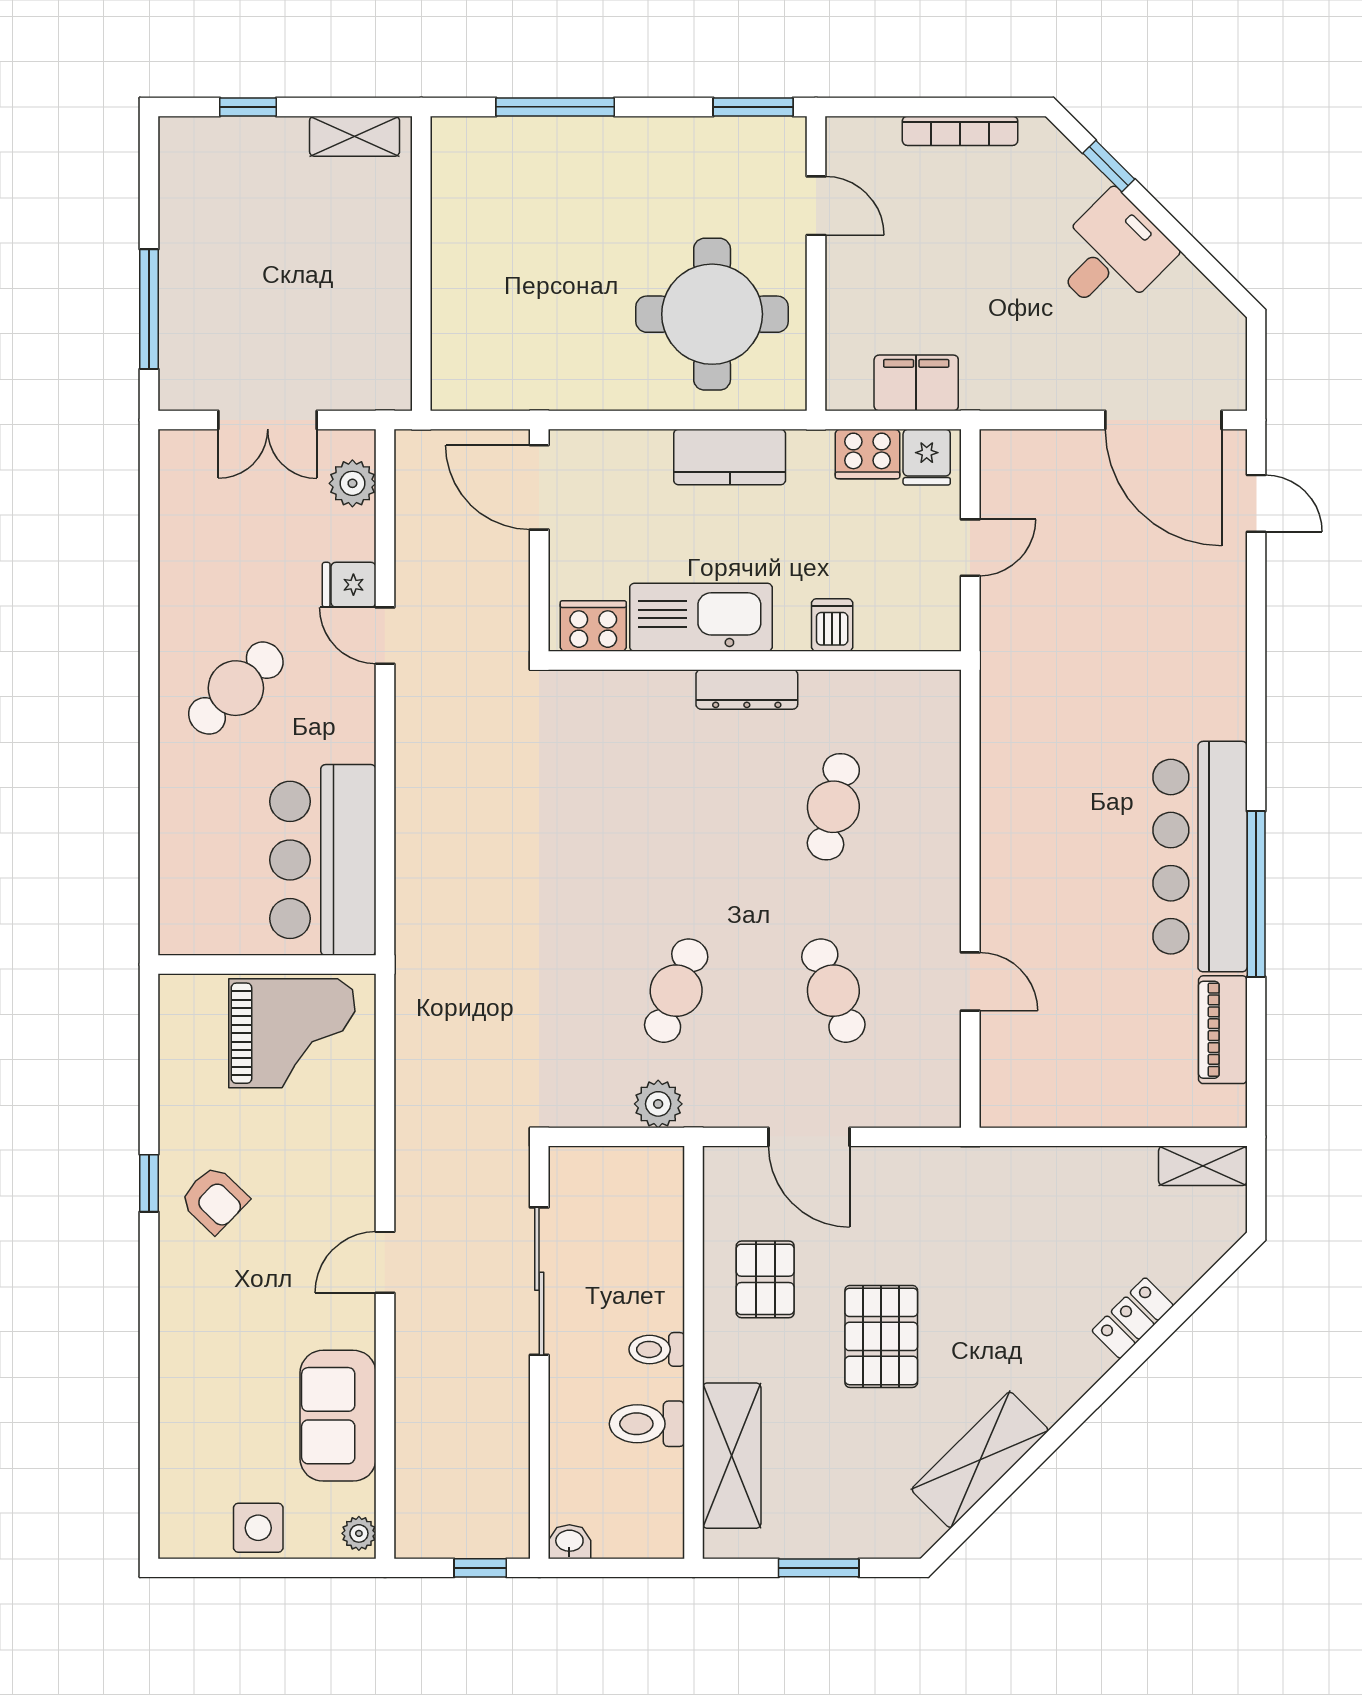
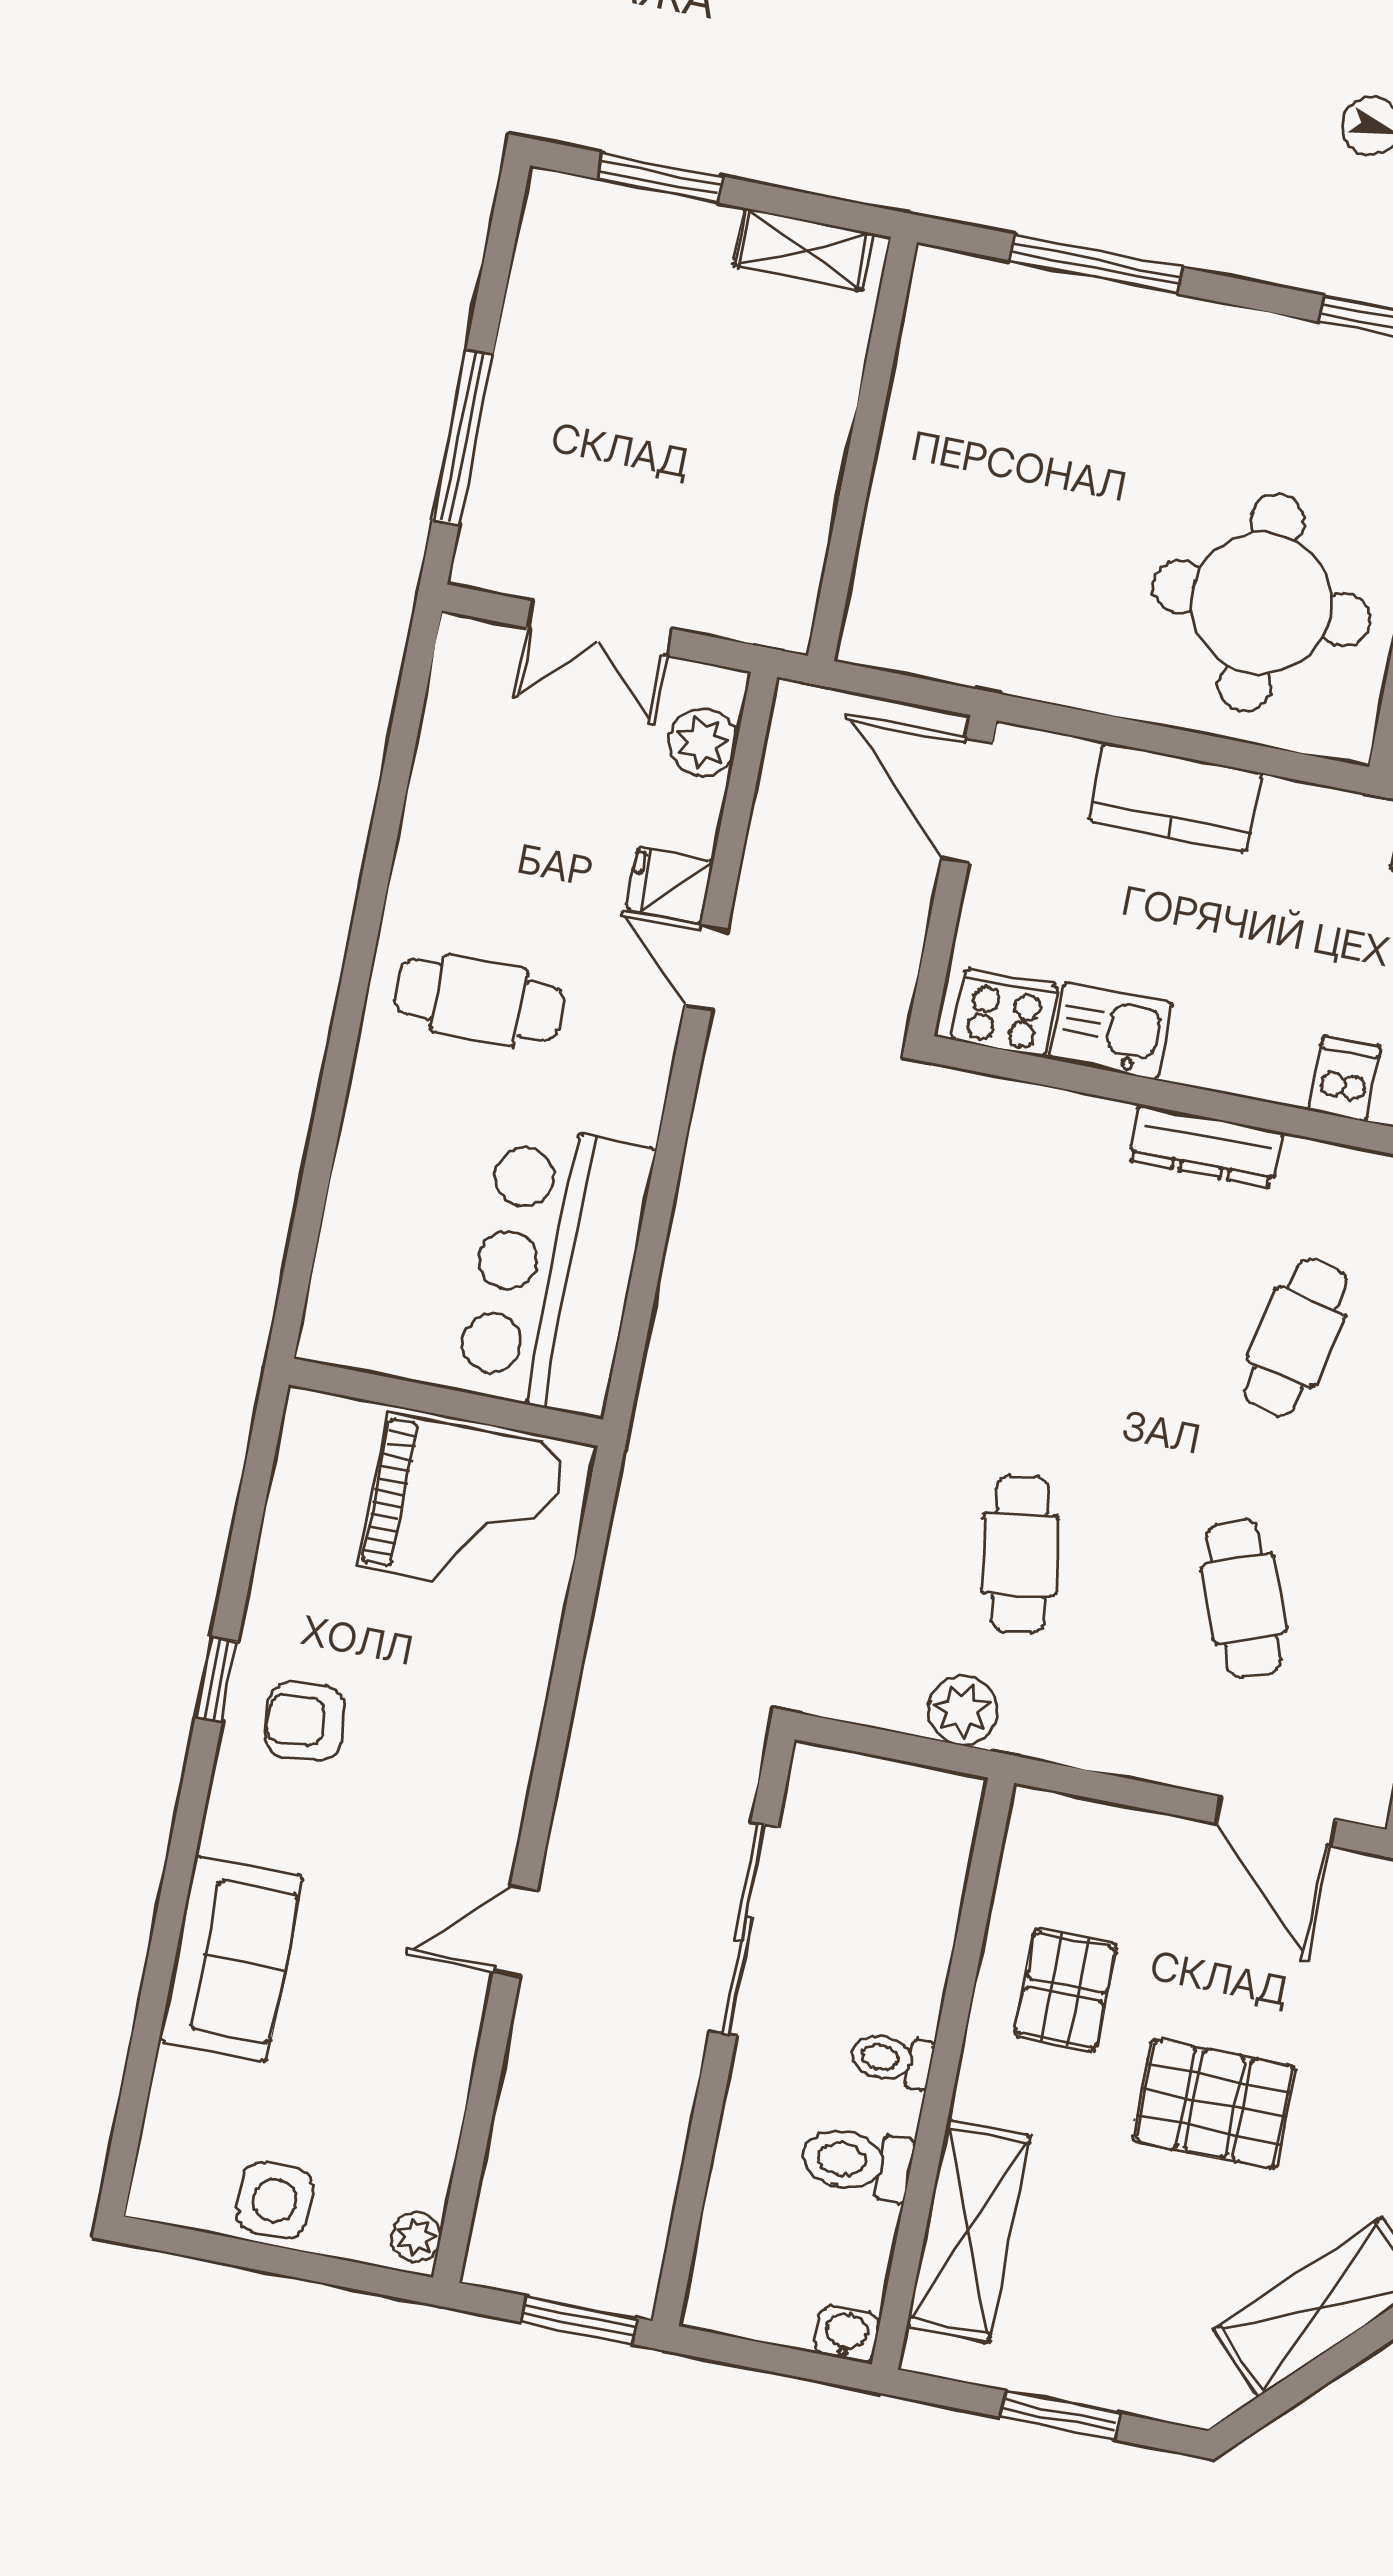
window: (248, 107) -> (660, 178), width x1.50
kitchen counter: (730, 457) -> (1175, 797), moved
kitchen sink: (701, 617) -> (1111, 1031), width x0.53, depth x0.81
cafe table: (236, 688) -> (479, 1000), turned 44
cafe table: (676, 991) -> (1020, 1554), turned -30
door: (809, 1137) -> (1275, 1821), moved
armchair: (214, 1199) -> (305, 1721), turned 132
door: (385, 1262) -> (515, 1931), moved
pallet: (881, 1336) -> (1214, 2104), turned 90
sofa: (338, 1416) -> (231, 1959), moved, turned 180
washbasin: (569, 1542) -> (847, 2334), moved
window: (480, 1568) -> (579, 2320), width x1.50

